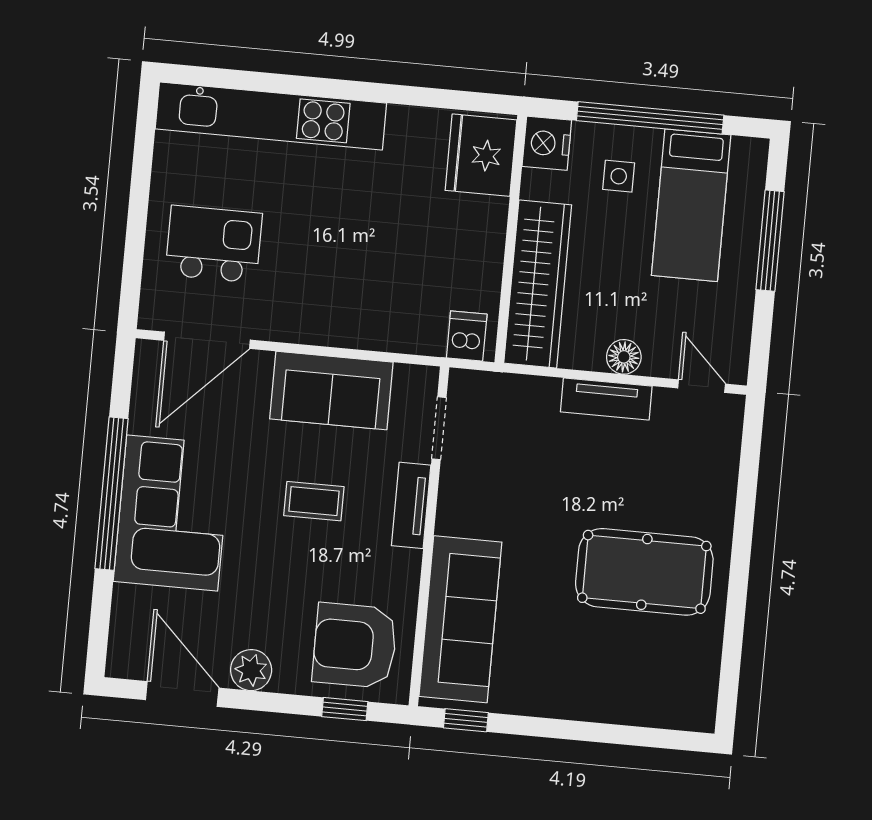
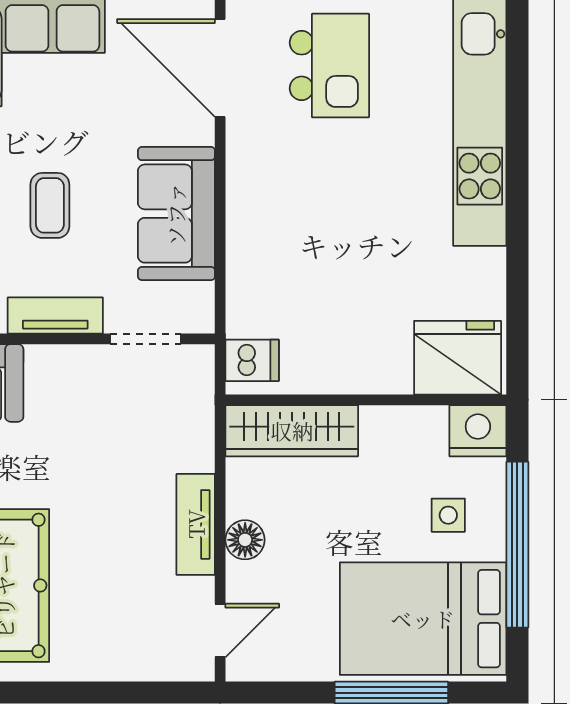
bed: (691, 205) -> (423, 619), width x1.50
wardrobe: (538, 284) -> (292, 431), width x0.71, depth x0.85

